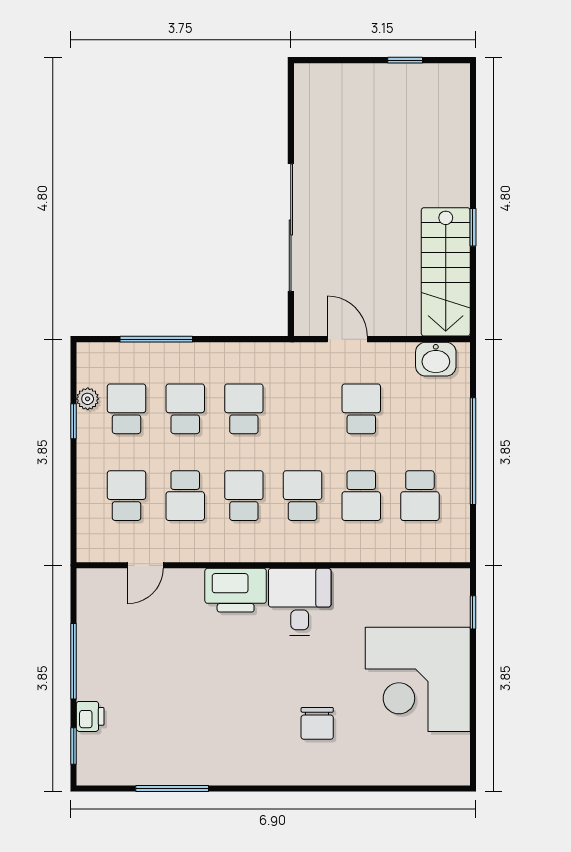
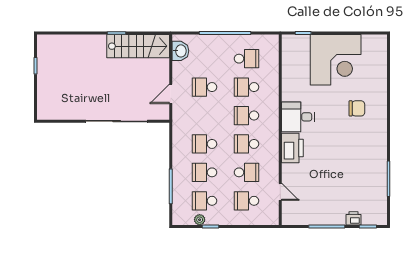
school desk: (361, 496) -> (247, 87), turned 180

